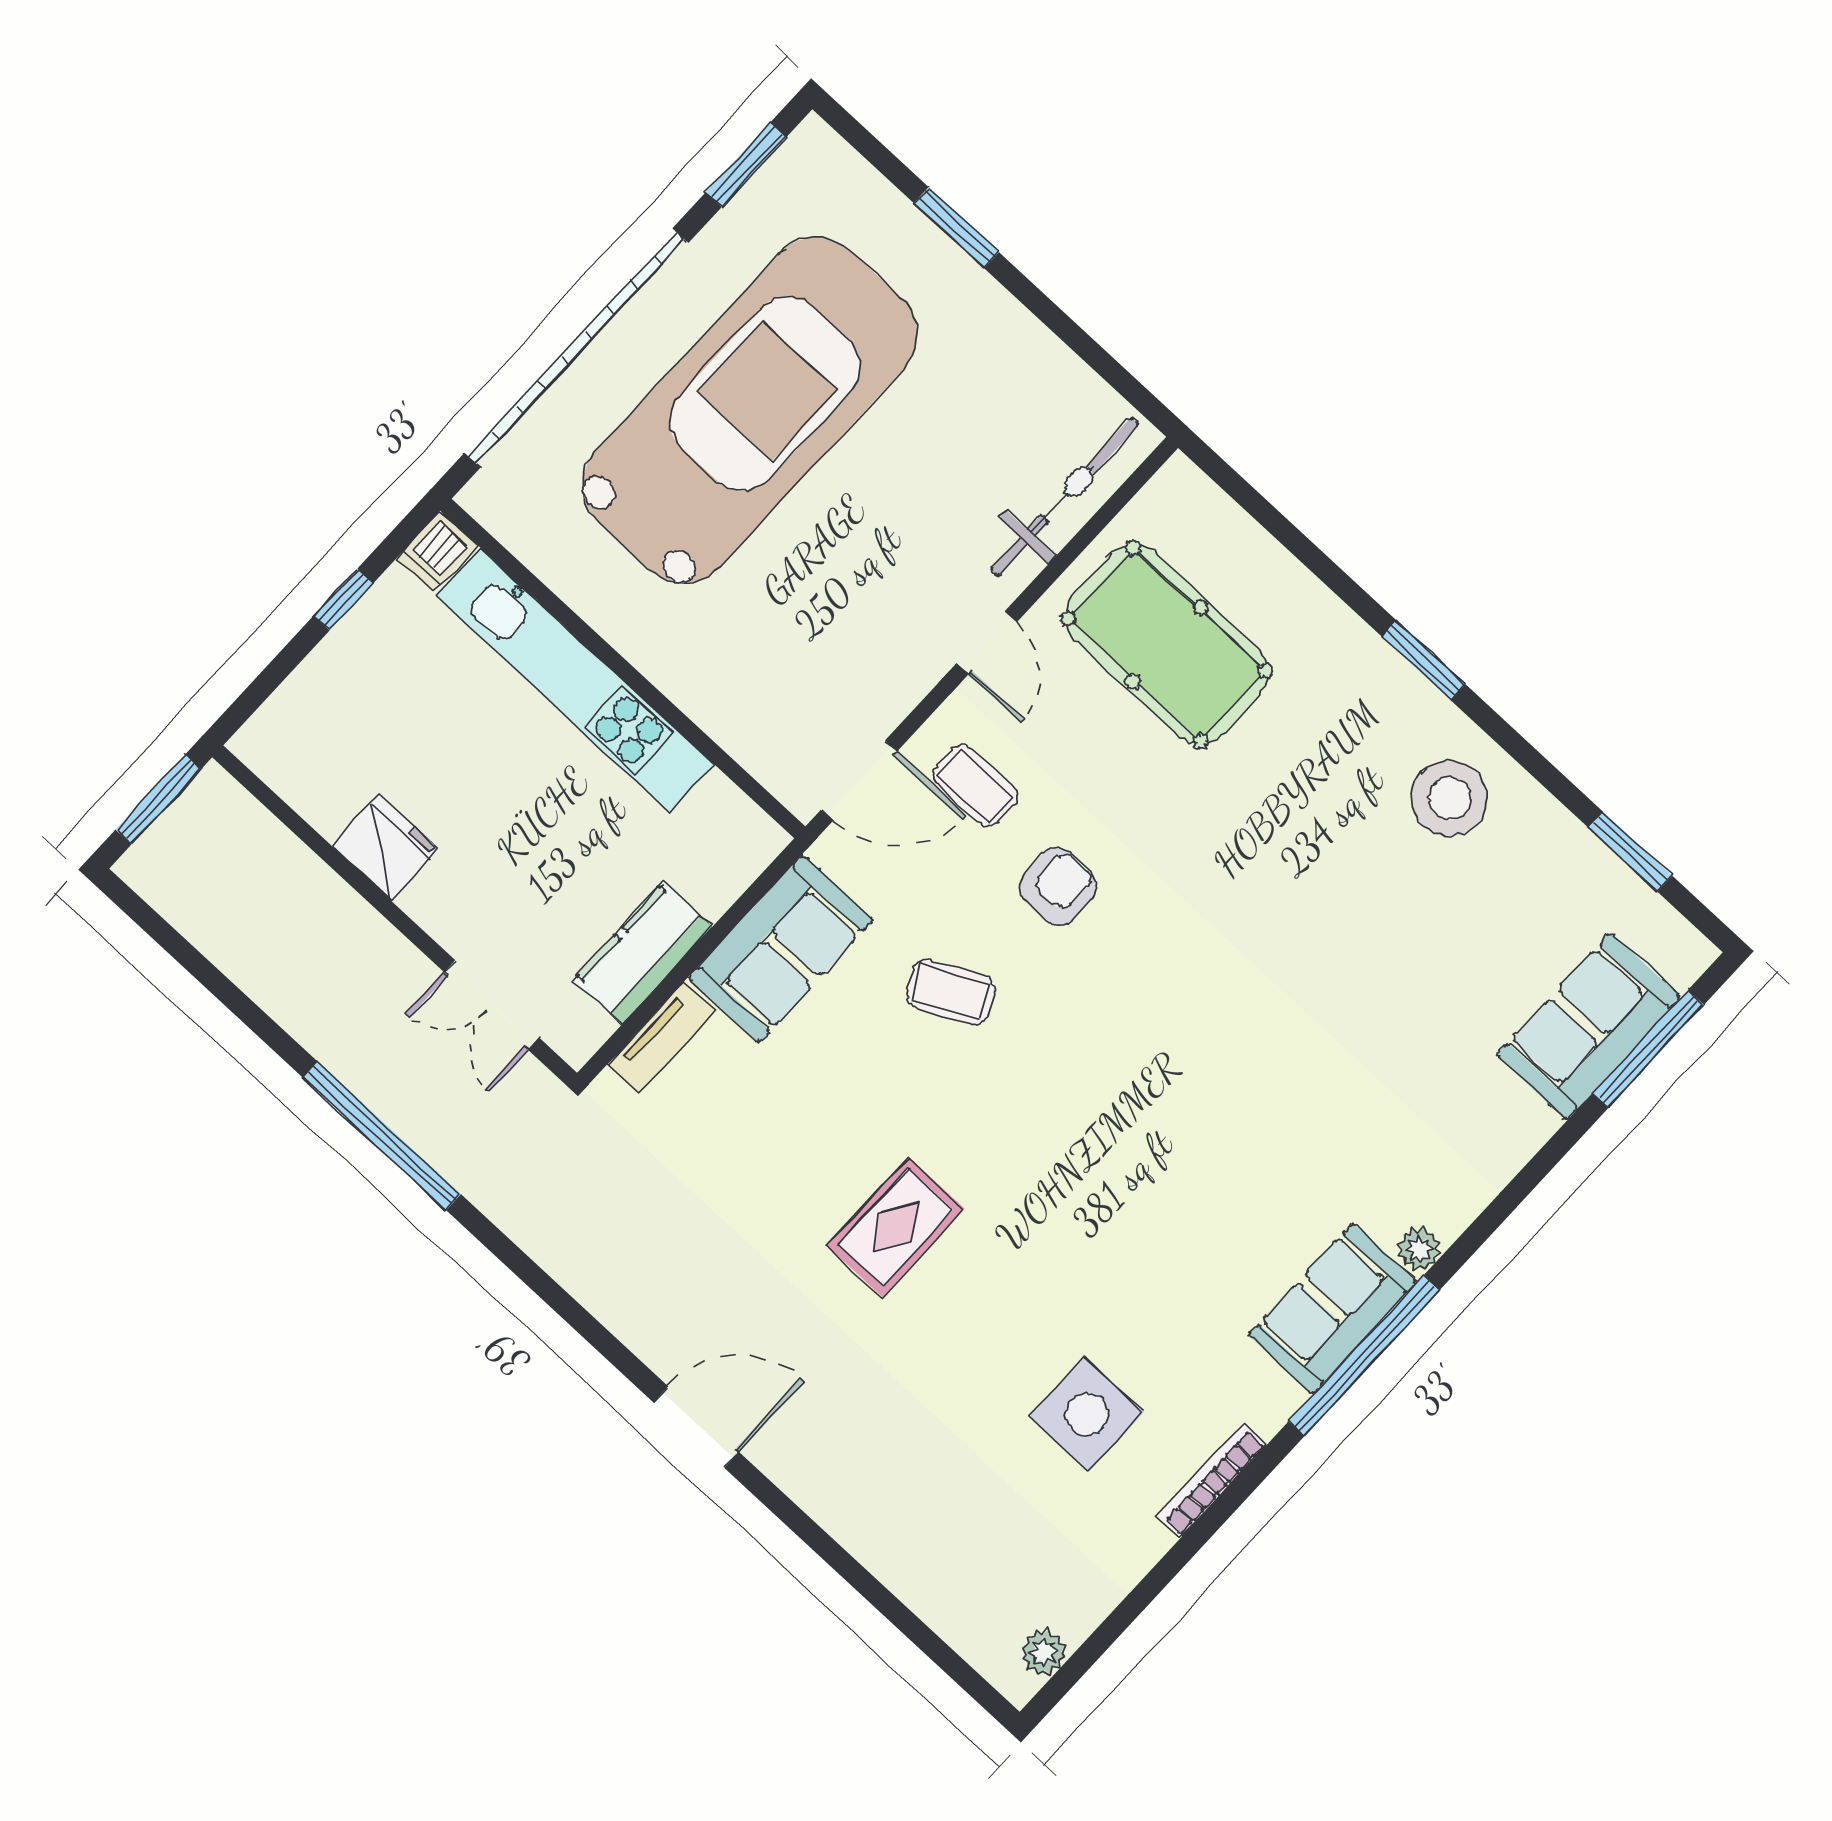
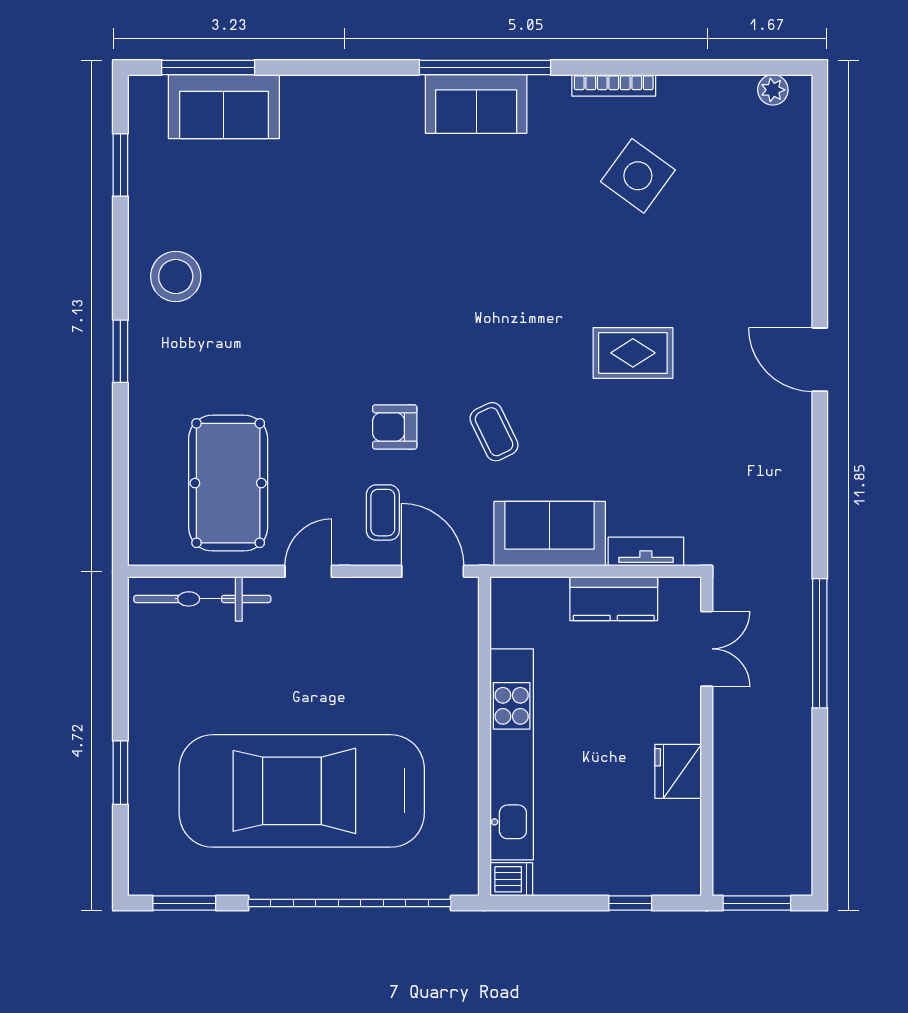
window: (343, 600) -> (630, 903), moved
plant: (1419, 1249) -> (408, 89), removed
side table: (1087, 1414) -> (638, 176), turned 36

